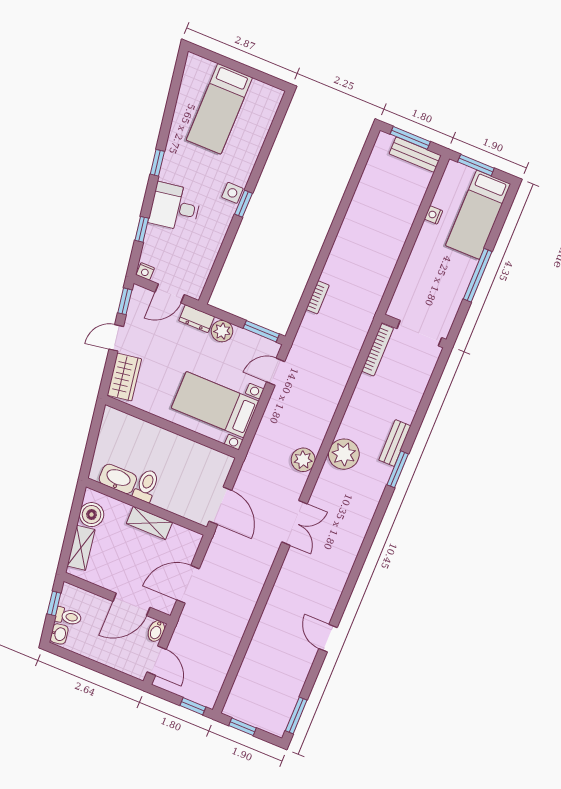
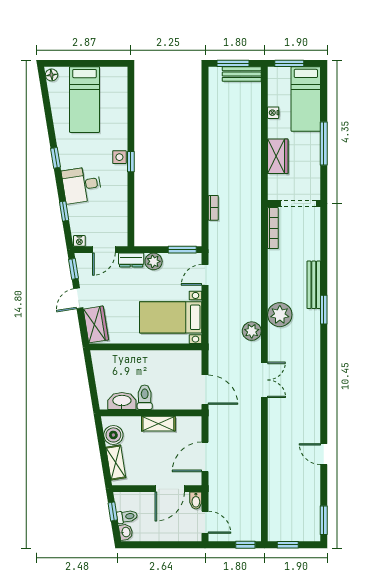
floor lamp: (193, 64) -> (52, 75), added
wardrobe: (418, 268) -> (278, 156), added
bench: (395, 443) -> (314, 285), width x1.36

